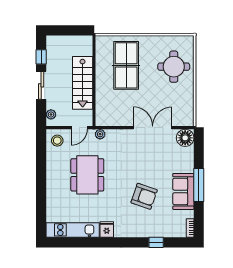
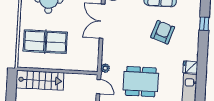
stairs: (83, 83) -> (40, 80), moved

